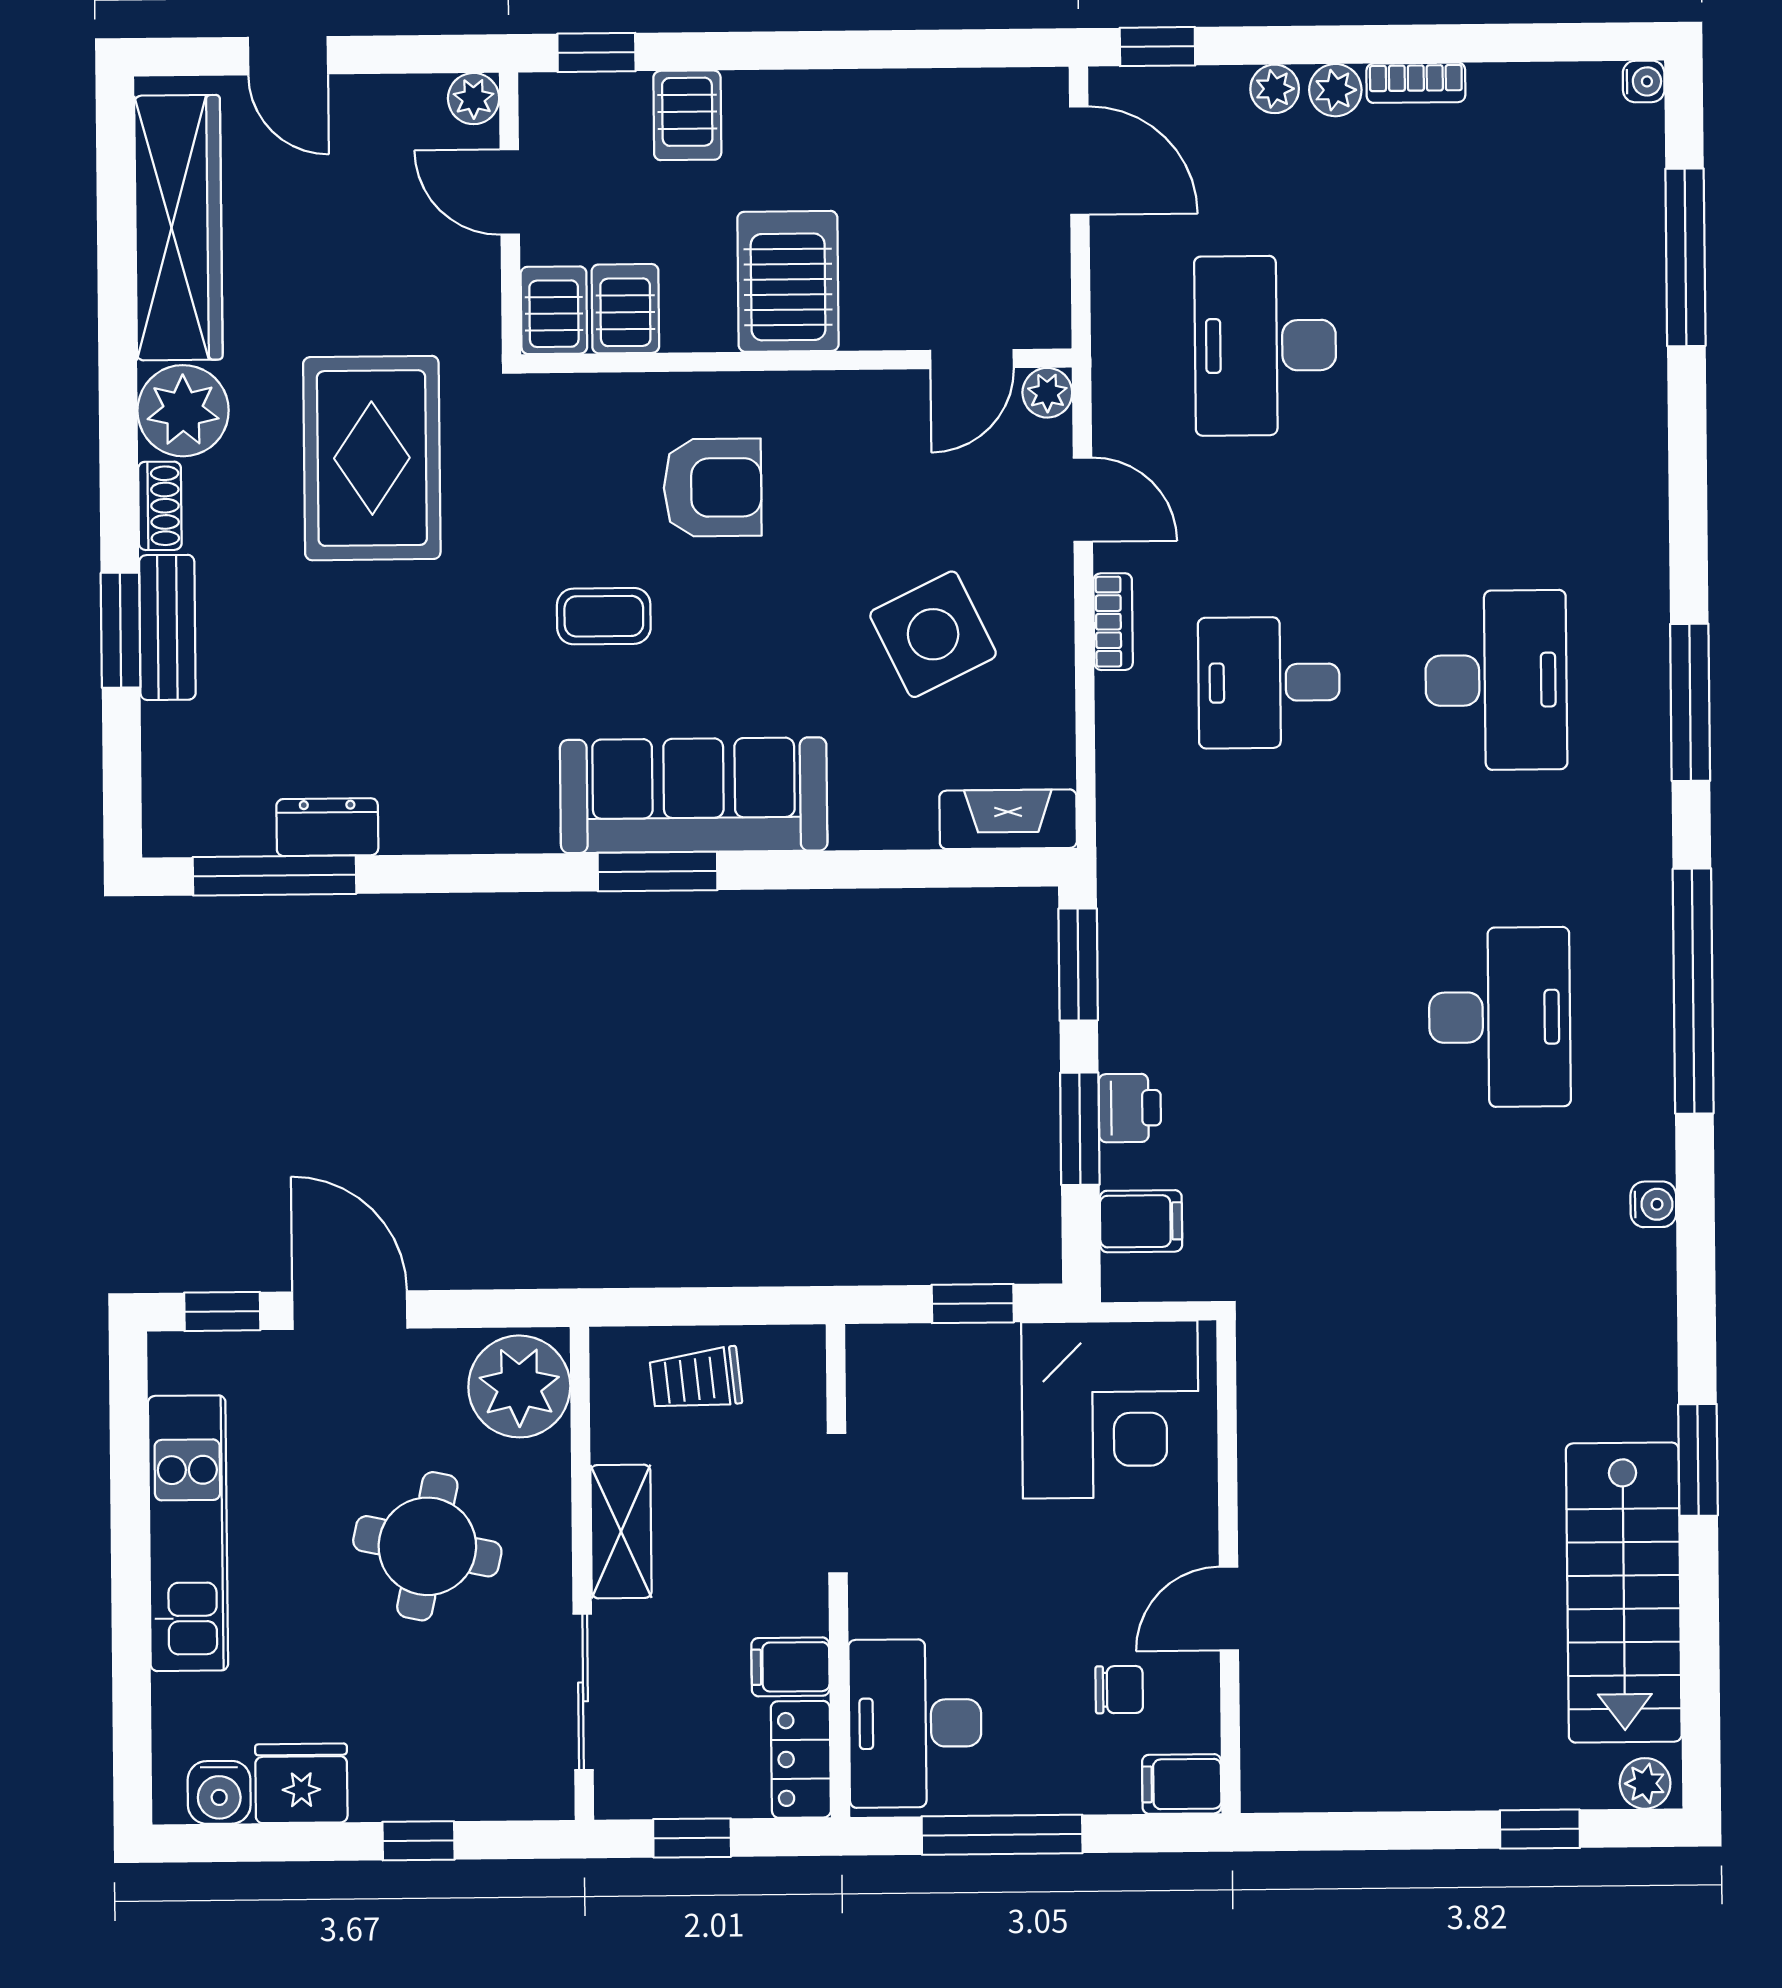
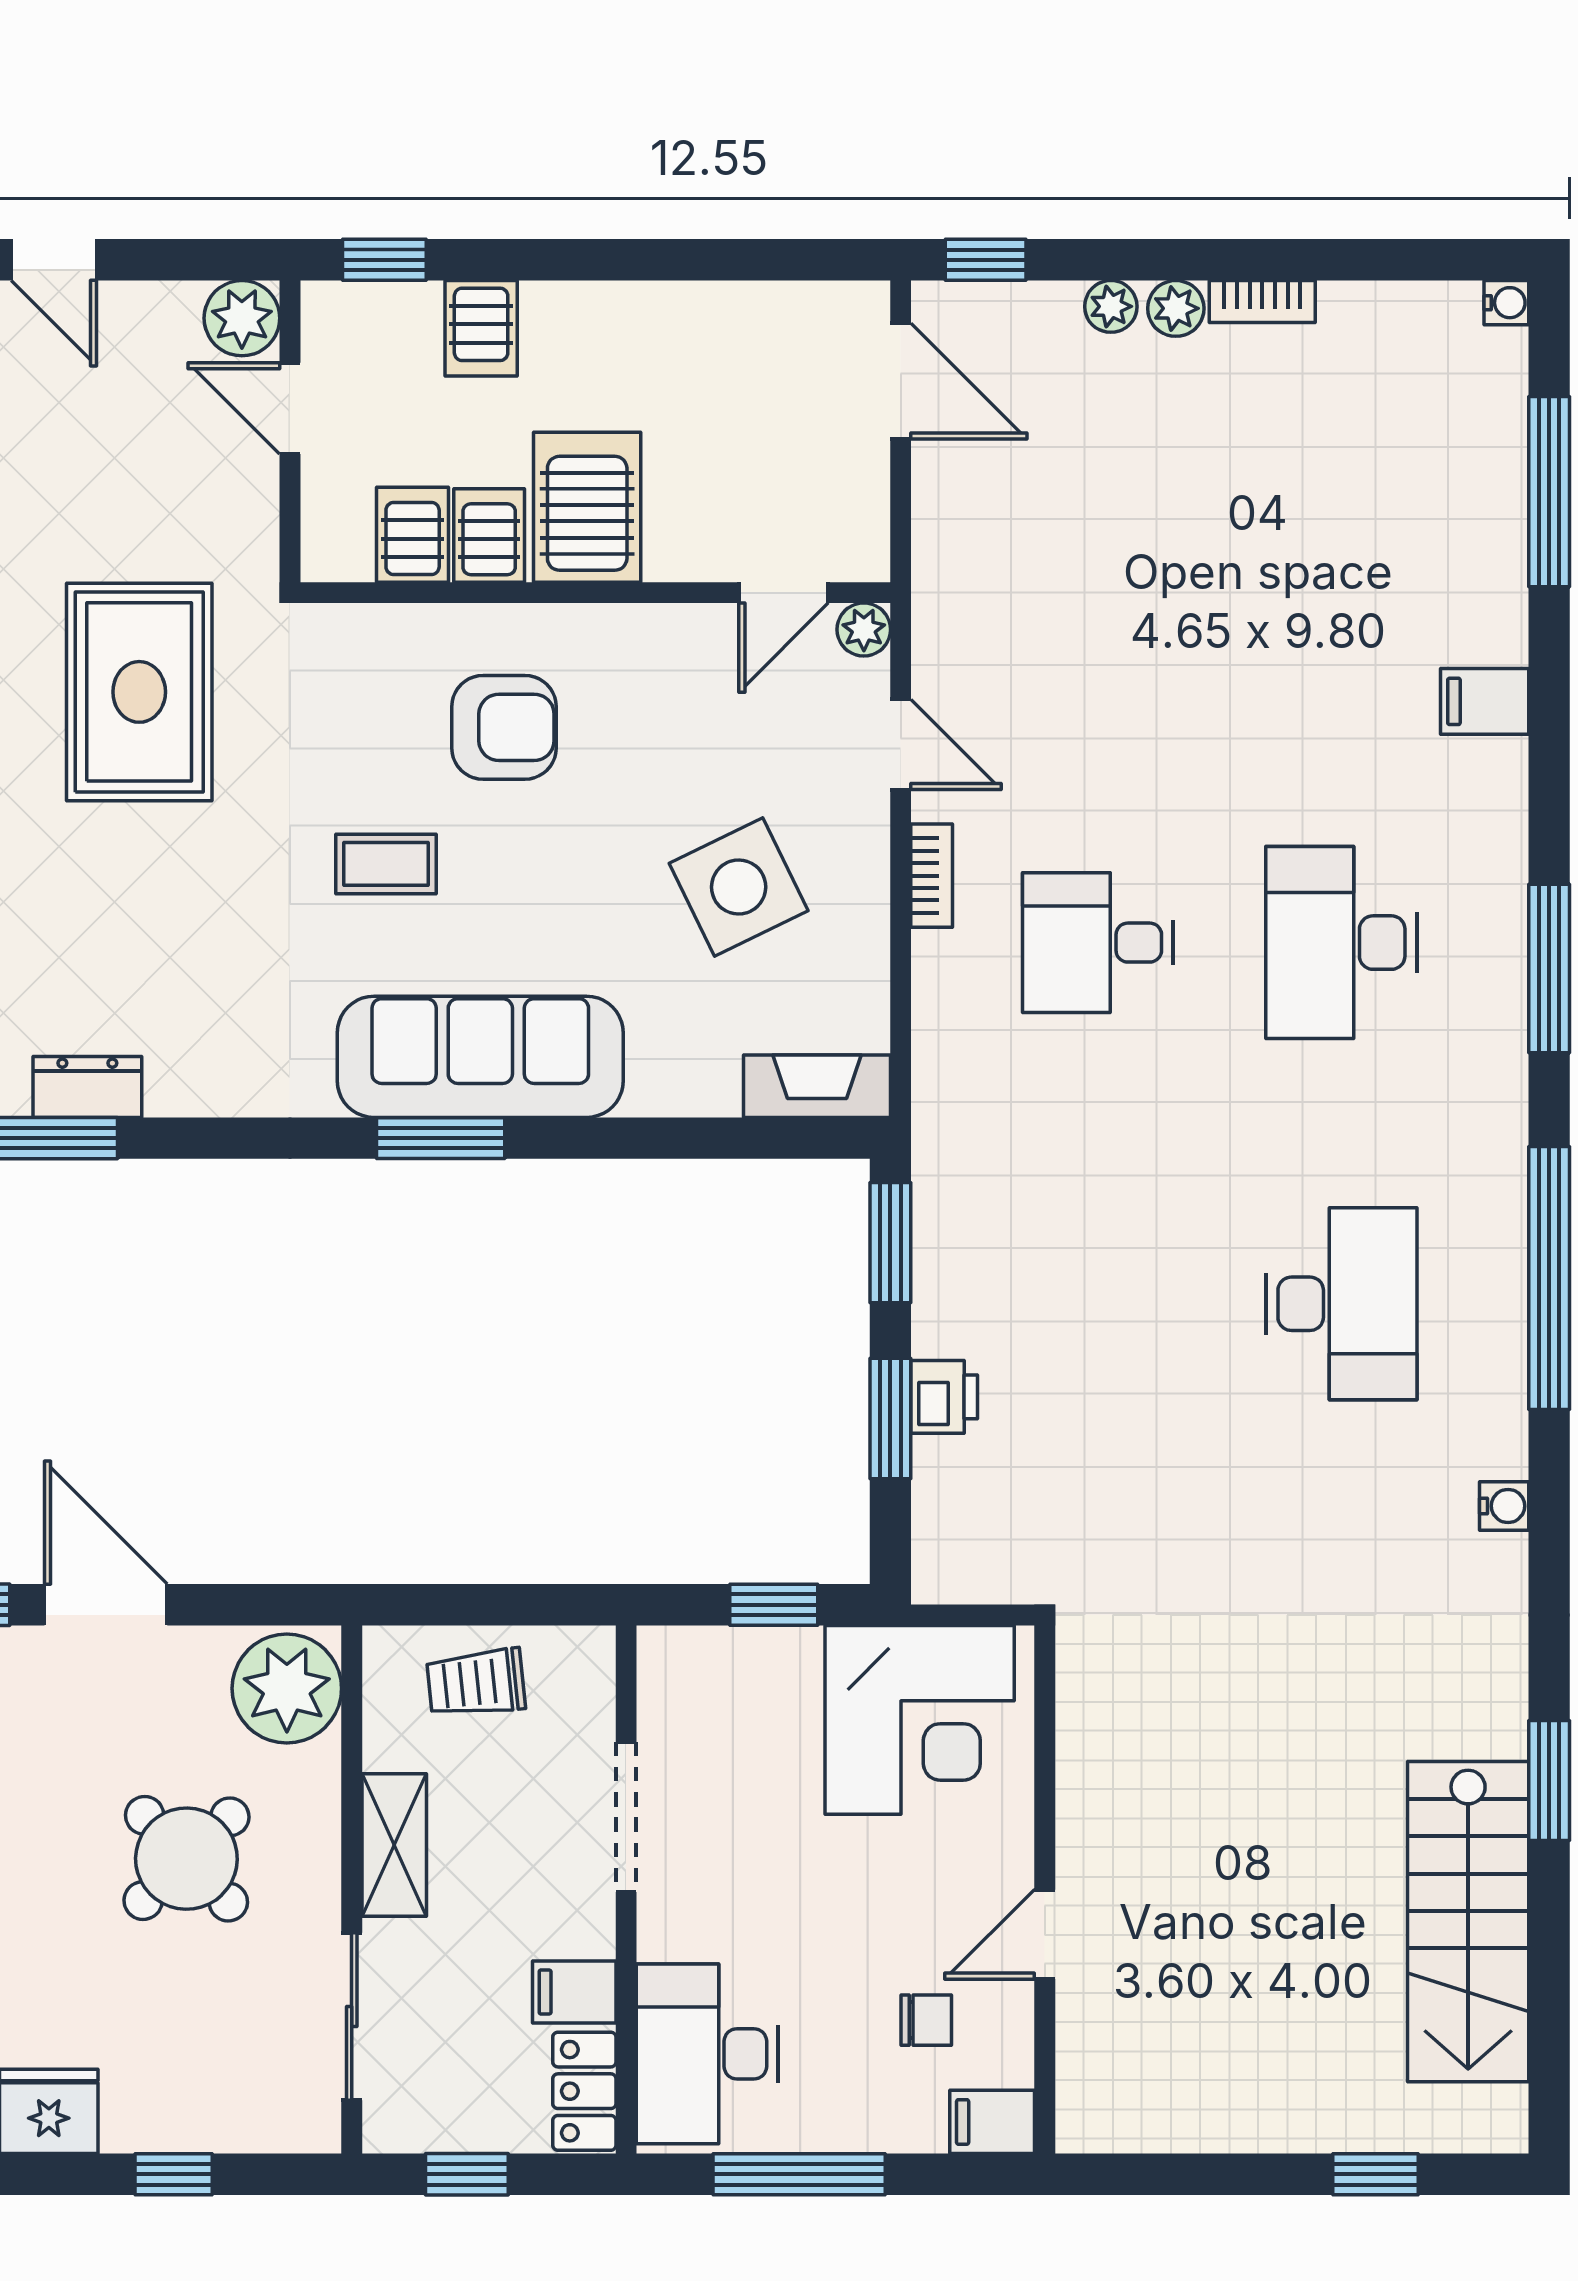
plant: (474, 99) -> (242, 318), width x1.38, depth x1.38
server rack: (554, 310) -> (489, 536), moved
desk: (1265, 345) -> (1098, 581), removed
desk: (1496, 680) -> (1341, 943), turned 180
filing cabinet: (1141, 1221) -> (1485, 701), moved, turned 180
round table: (427, 1546) -> (186, 1859), turned 34
plant: (1645, 1783) -> (1489, 2126), removed

